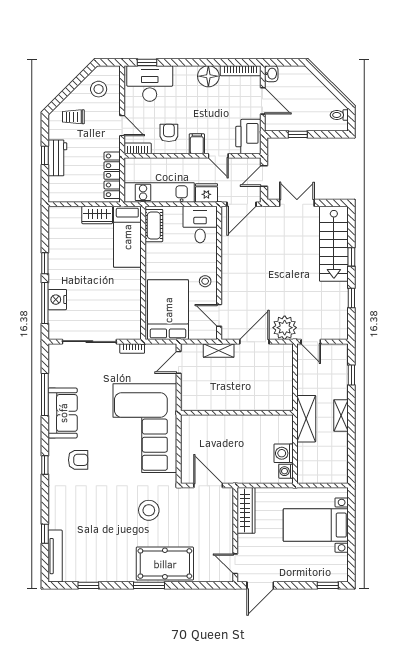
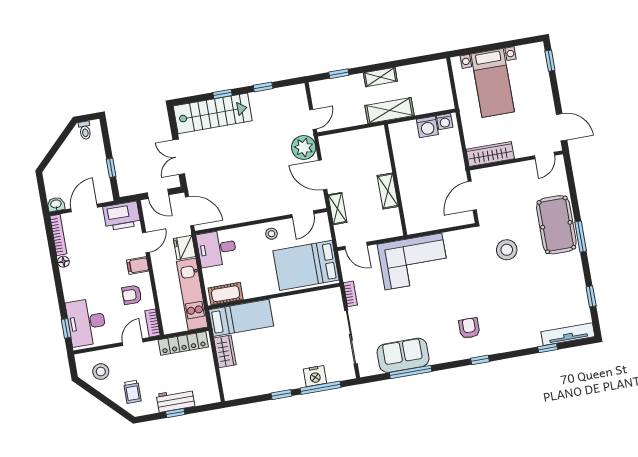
floor lamp: (208, 76) -> (63, 262), width x0.53, depth x0.53
shelving: (227, 403) -> (388, 191), added
sofa: (63, 413) -> (403, 355), moved
corner sofa: (145, 428) -> (413, 261), width x0.73, depth x0.74

